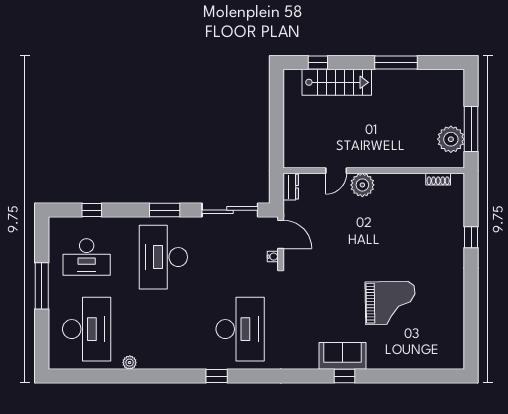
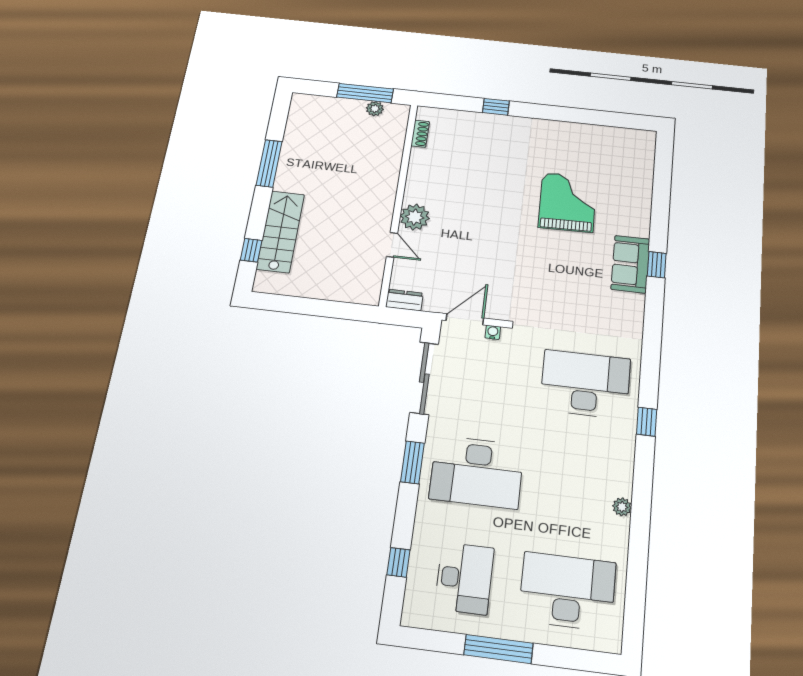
plant: (451, 139) -> (375, 109), width x0.53, depth x0.53
plant: (130, 363) -> (622, 507), moved

